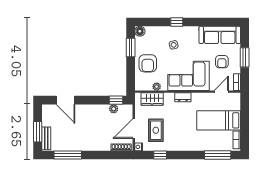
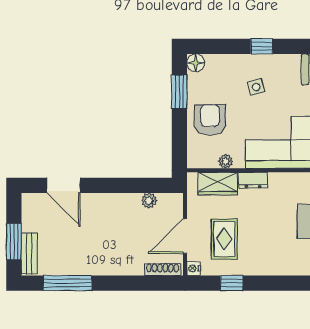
armchair: (148, 63) -> (210, 120), turned 180
dresser: (183, 97) -> (253, 180), moved
window: (116, 100) -> (153, 185), removed

